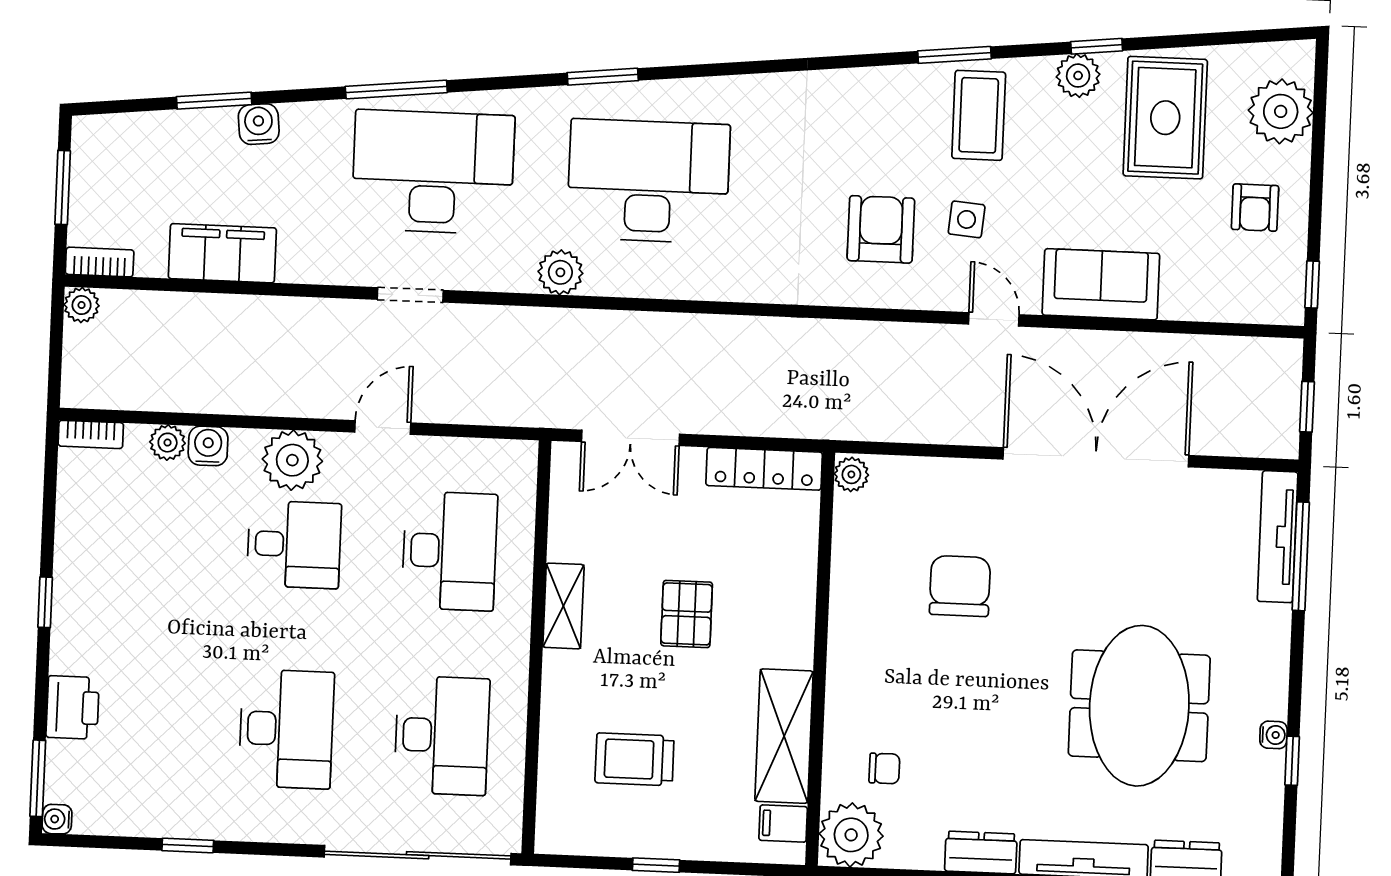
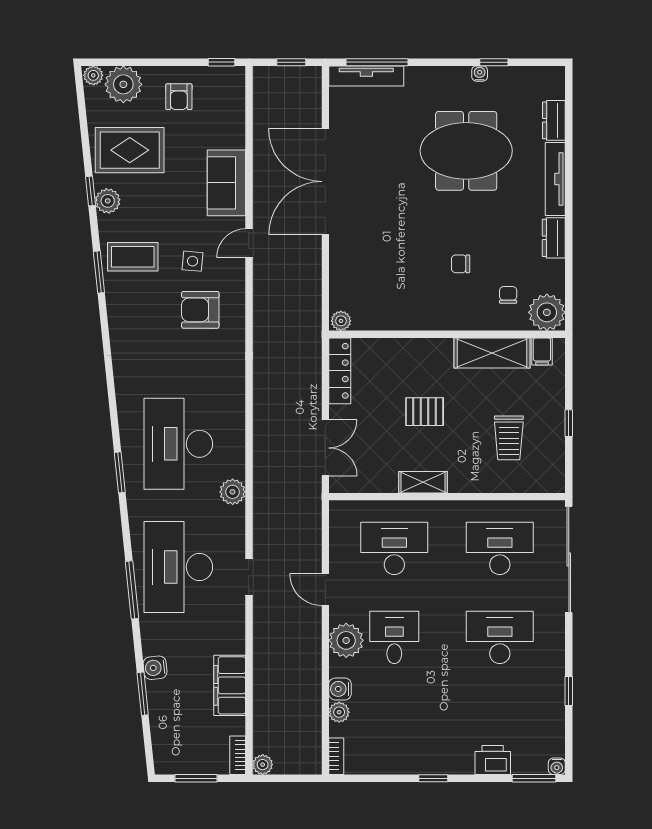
plant: (1298, 59) -> (93, 75), added
armchair: (1255, 208) -> (179, 97), turned 90
chair: (960, 586) -> (461, 264), moved, width x0.54, depth x0.54

